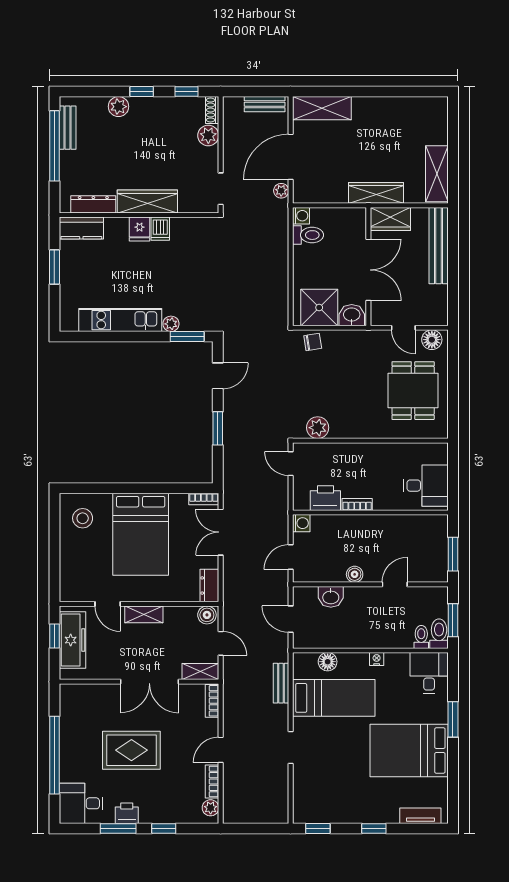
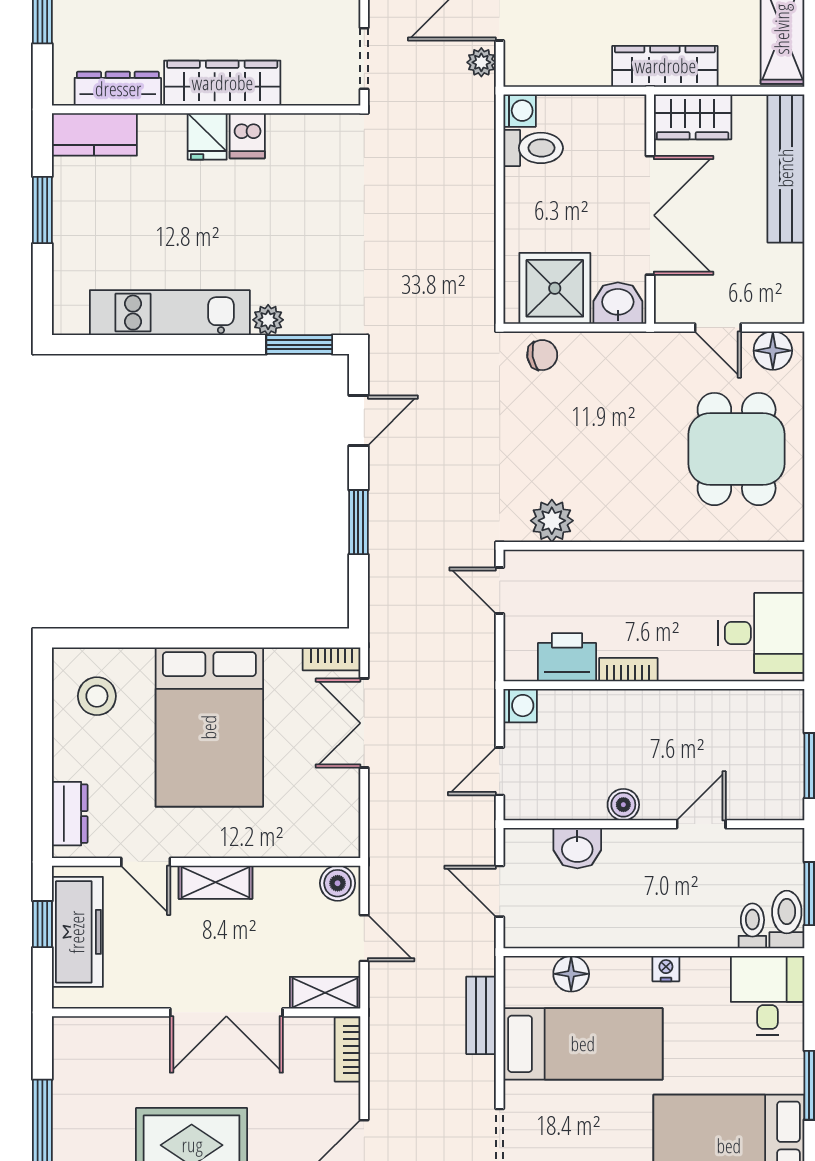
dresser: (209, 585) -> (70, 814), moved, turned 180

